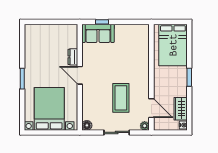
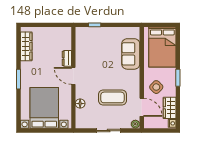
sofa: (98, 33) -> (131, 54), moved, turned 90
wardrobe: (30, 44) -> (26, 46), added
side table: (167, 87) -> (156, 87), added
coffee table: (121, 98) -> (113, 97), turned 90
floor lamp: (87, 125) -> (80, 104), moved

